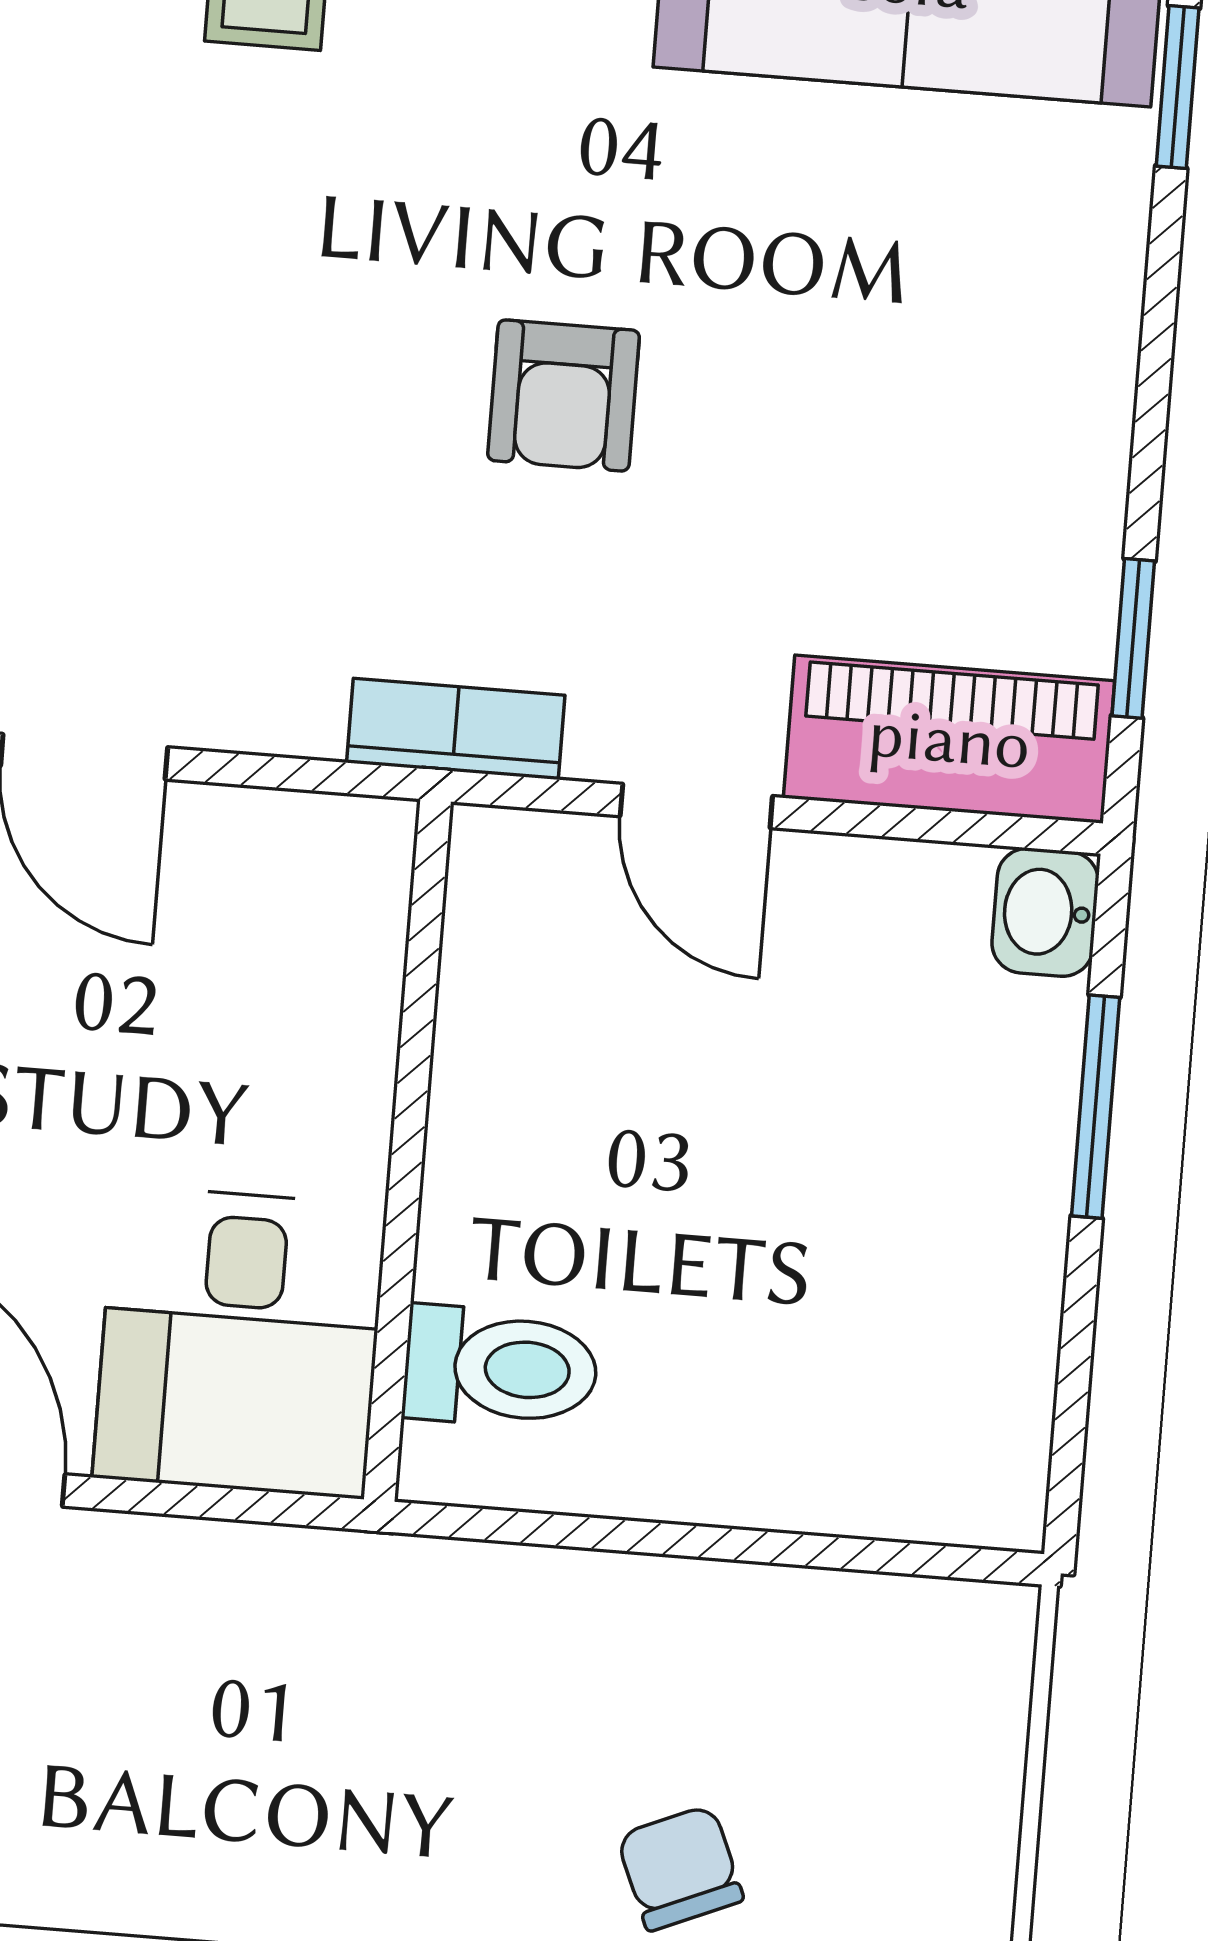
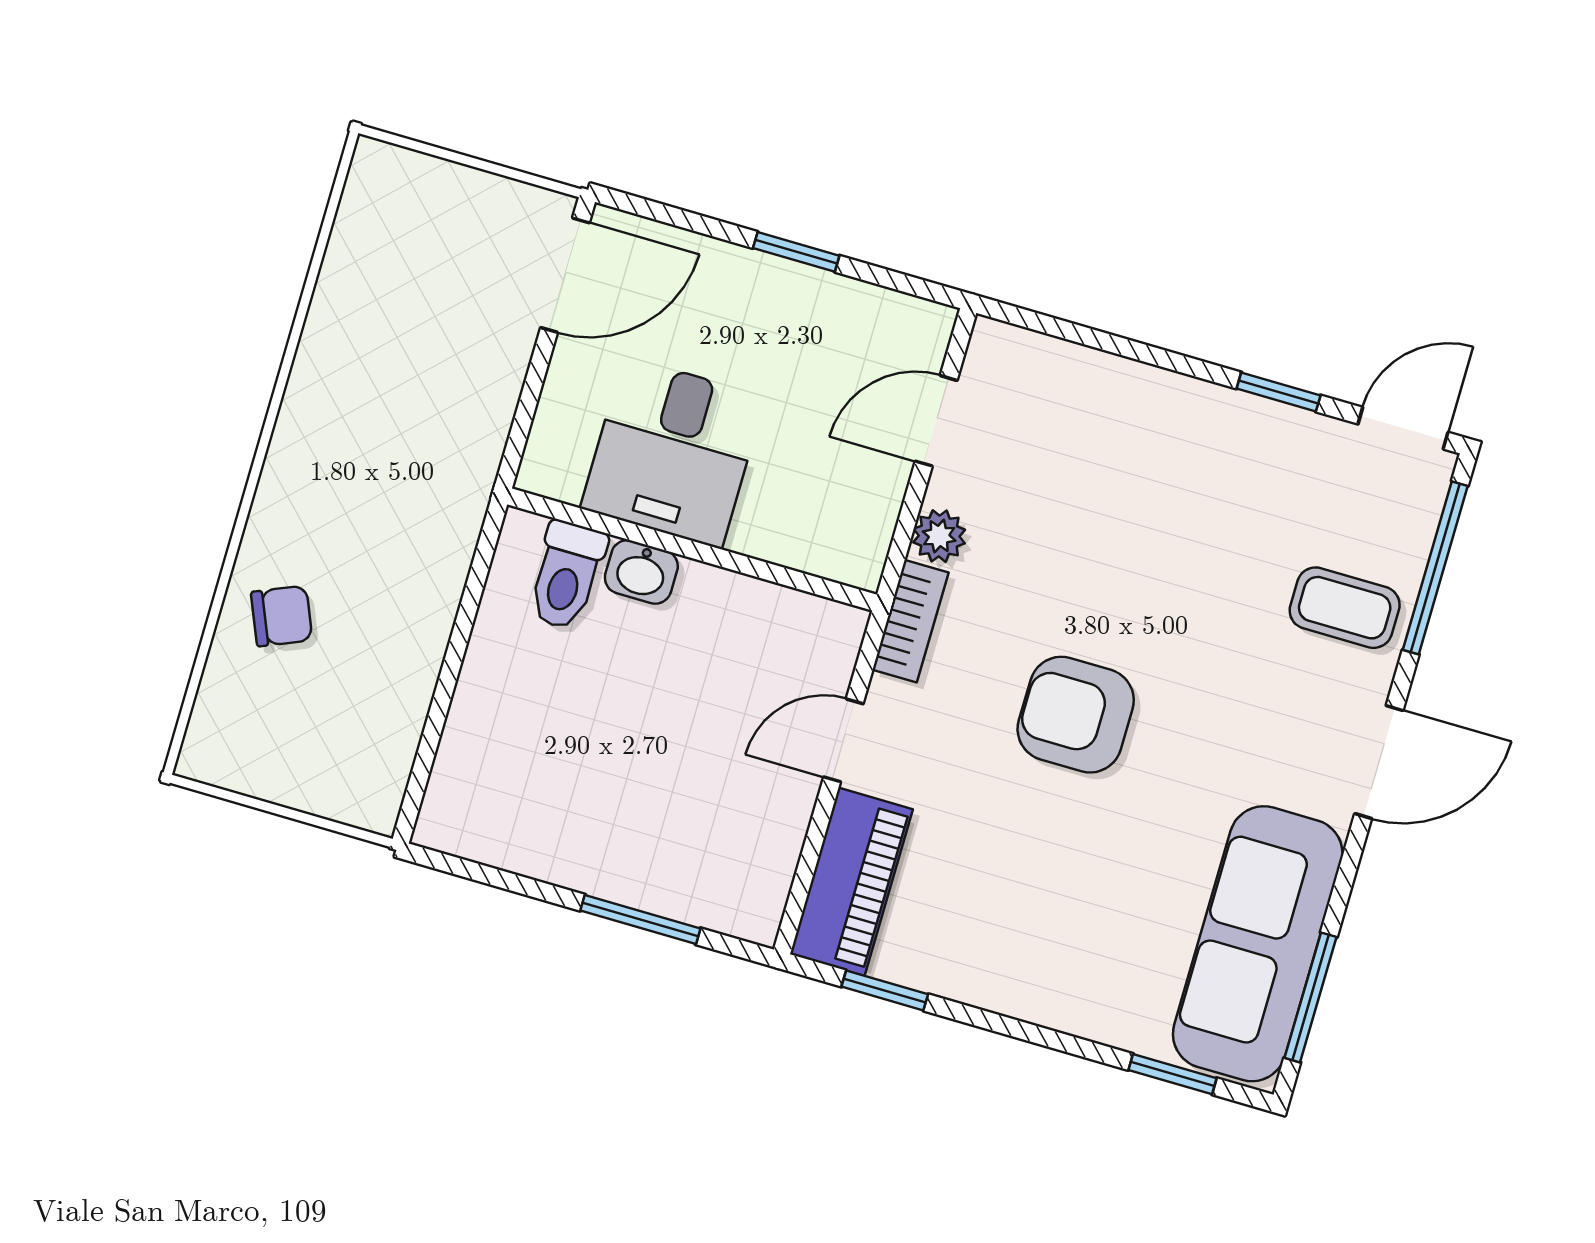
armchair: (564, 395) -> (1076, 715), width x1.38, depth x1.38
plant: (291, 709) -> (939, 536), added
washbasin: (1045, 912) -> (641, 572), moved, turned 180
desk: (240, 1342) -> (673, 452), moved, turned -90

